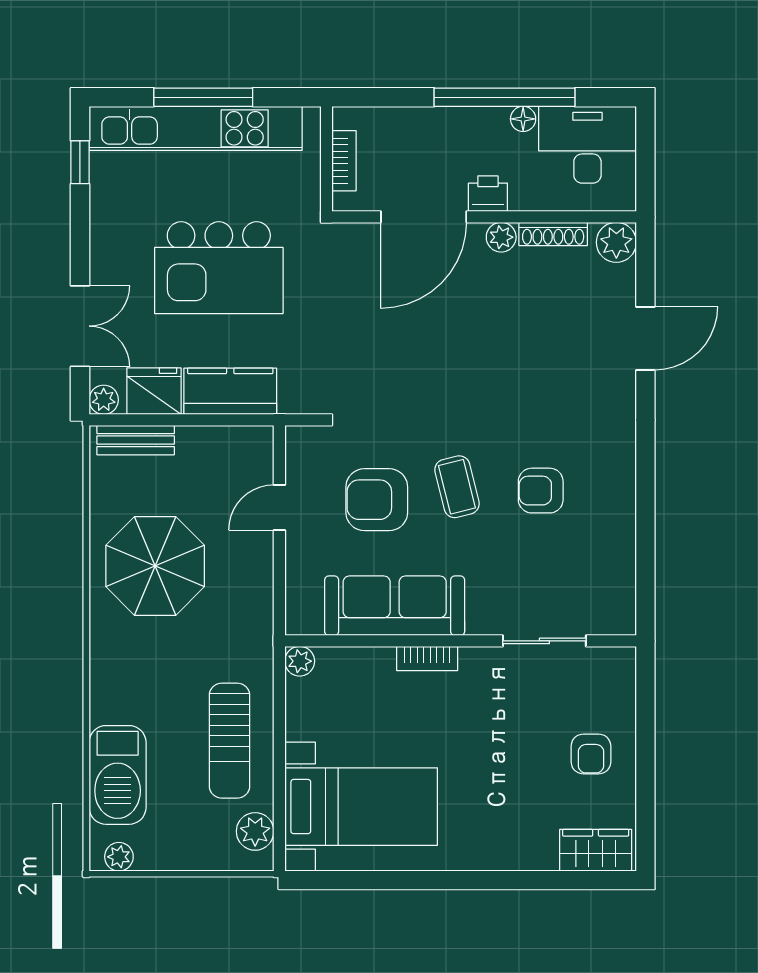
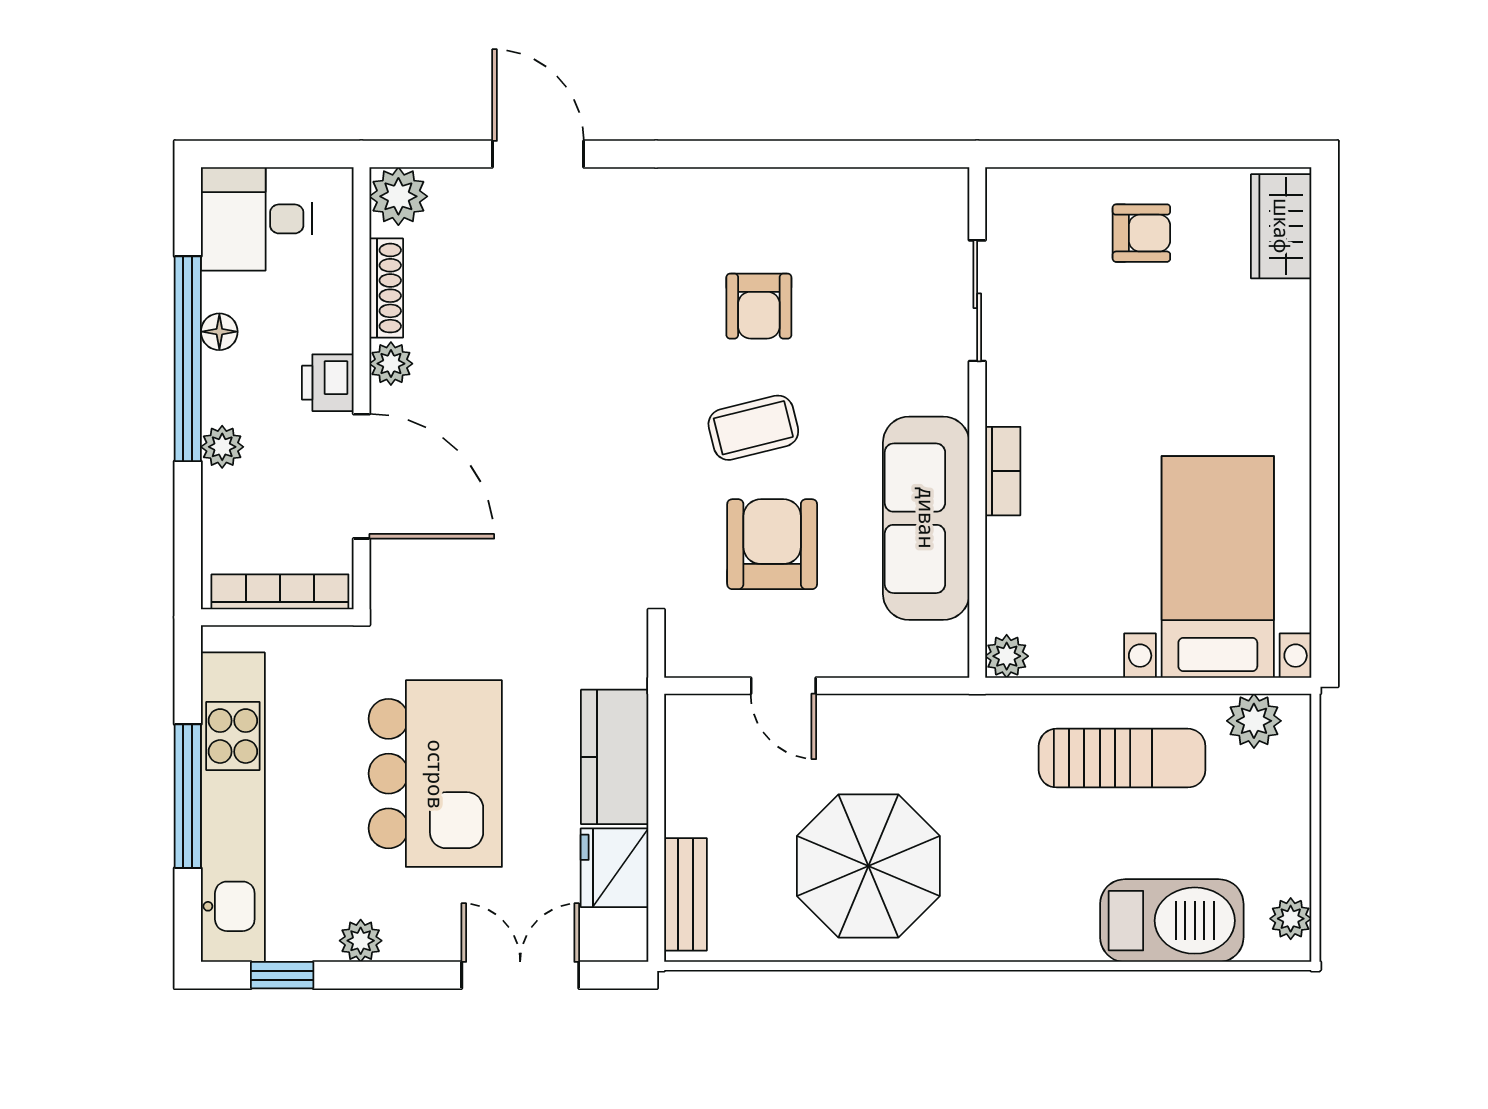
plant: (444, 121) -> (222, 447), added
desk: (587, 145) -> (257, 219), width x0.73
bookcase: (344, 161) -> (280, 592), width x1.56
plant: (104, 400) -> (361, 941), moved
armchair: (377, 500) -> (772, 544), turned 180

